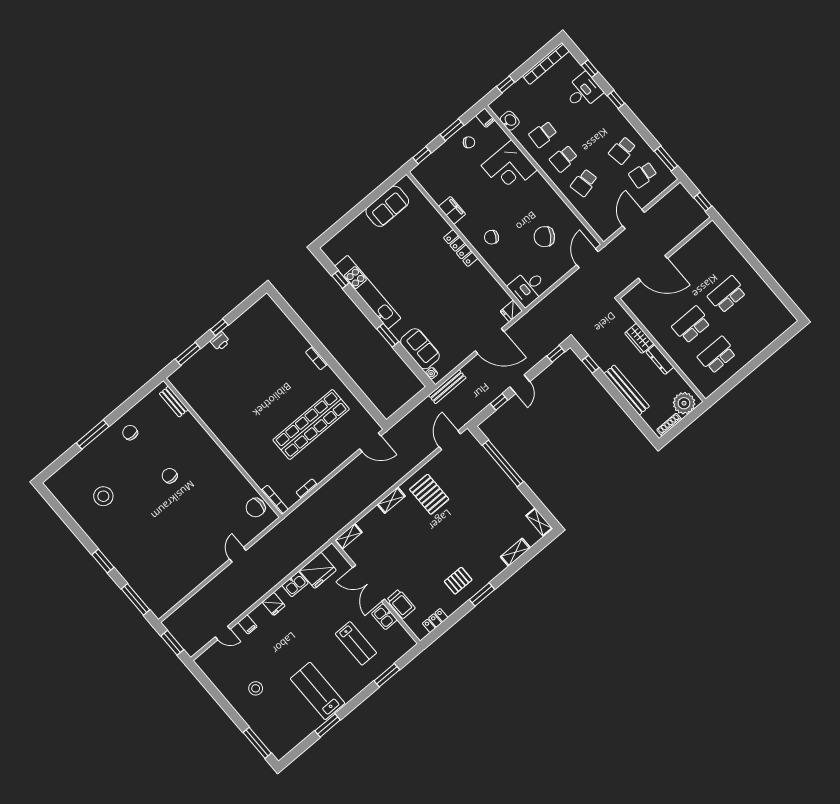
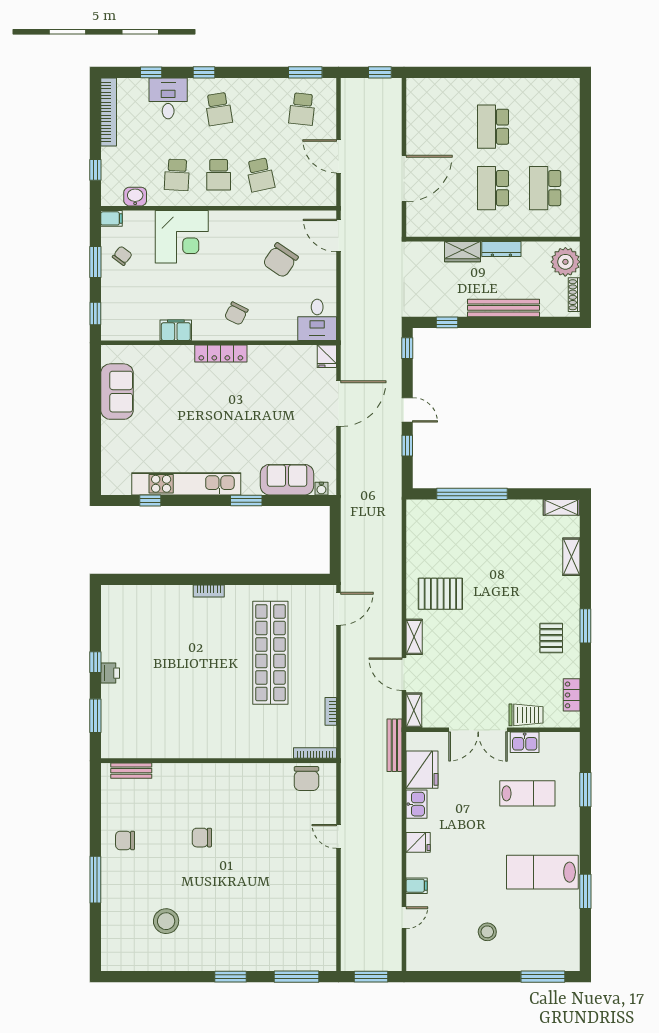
school desk: (622, 150) -> (219, 109), moved
bench: (447, 387) -> (394, 745), moved
door: (450, 440) -> (404, 674), moved

